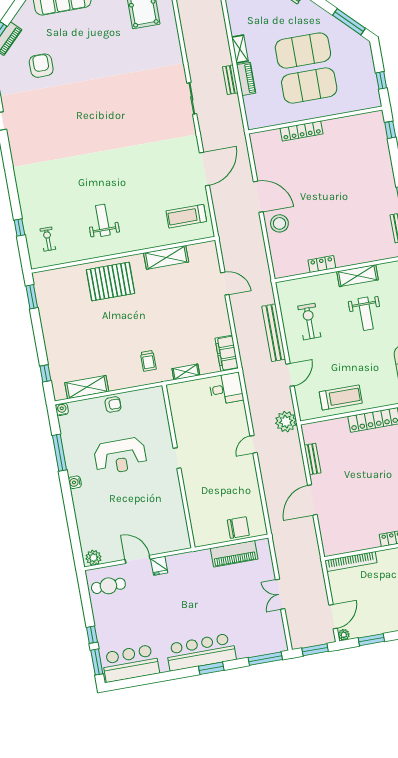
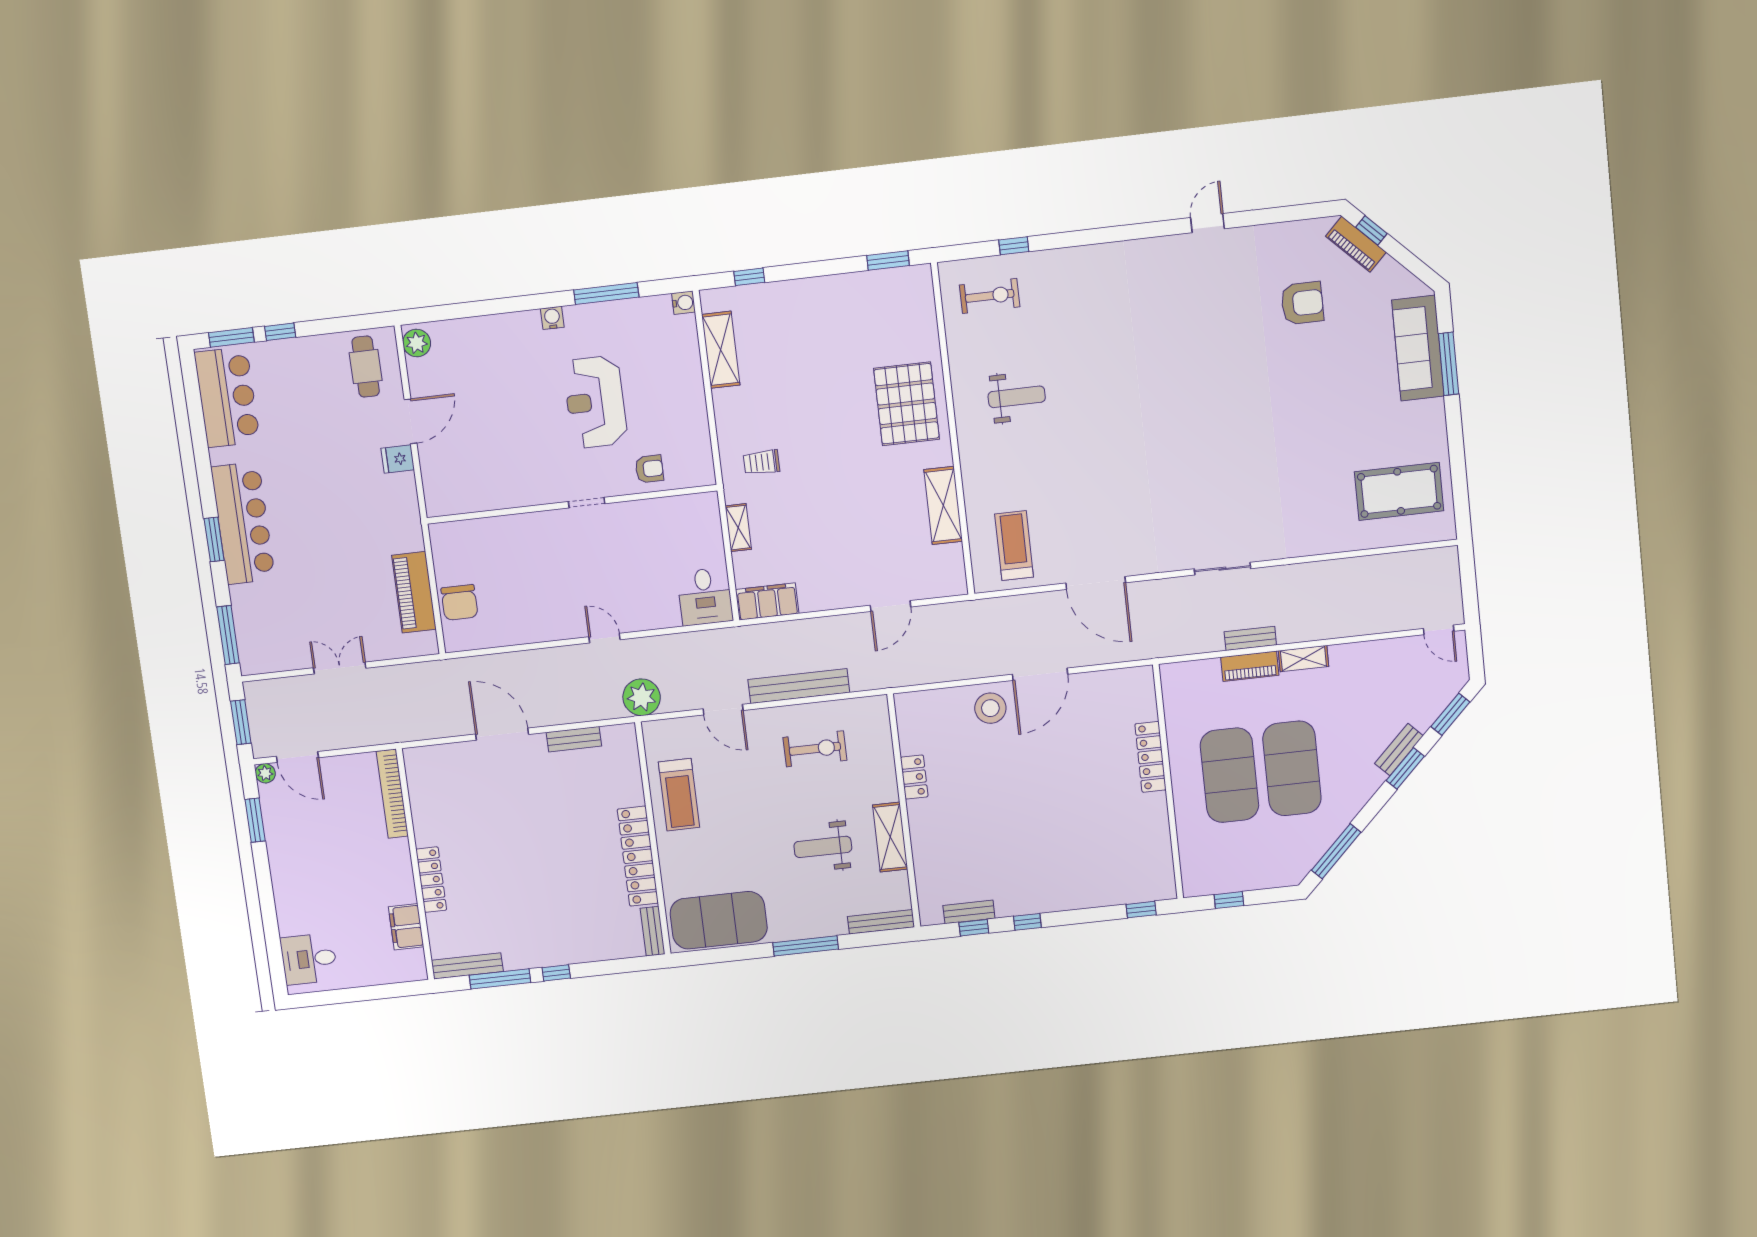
exercise bike: (48, 239) -> (990, 296), width x1.38, depth x1.39
armchair: (113, 404) -> (649, 469), moved, turned -90

